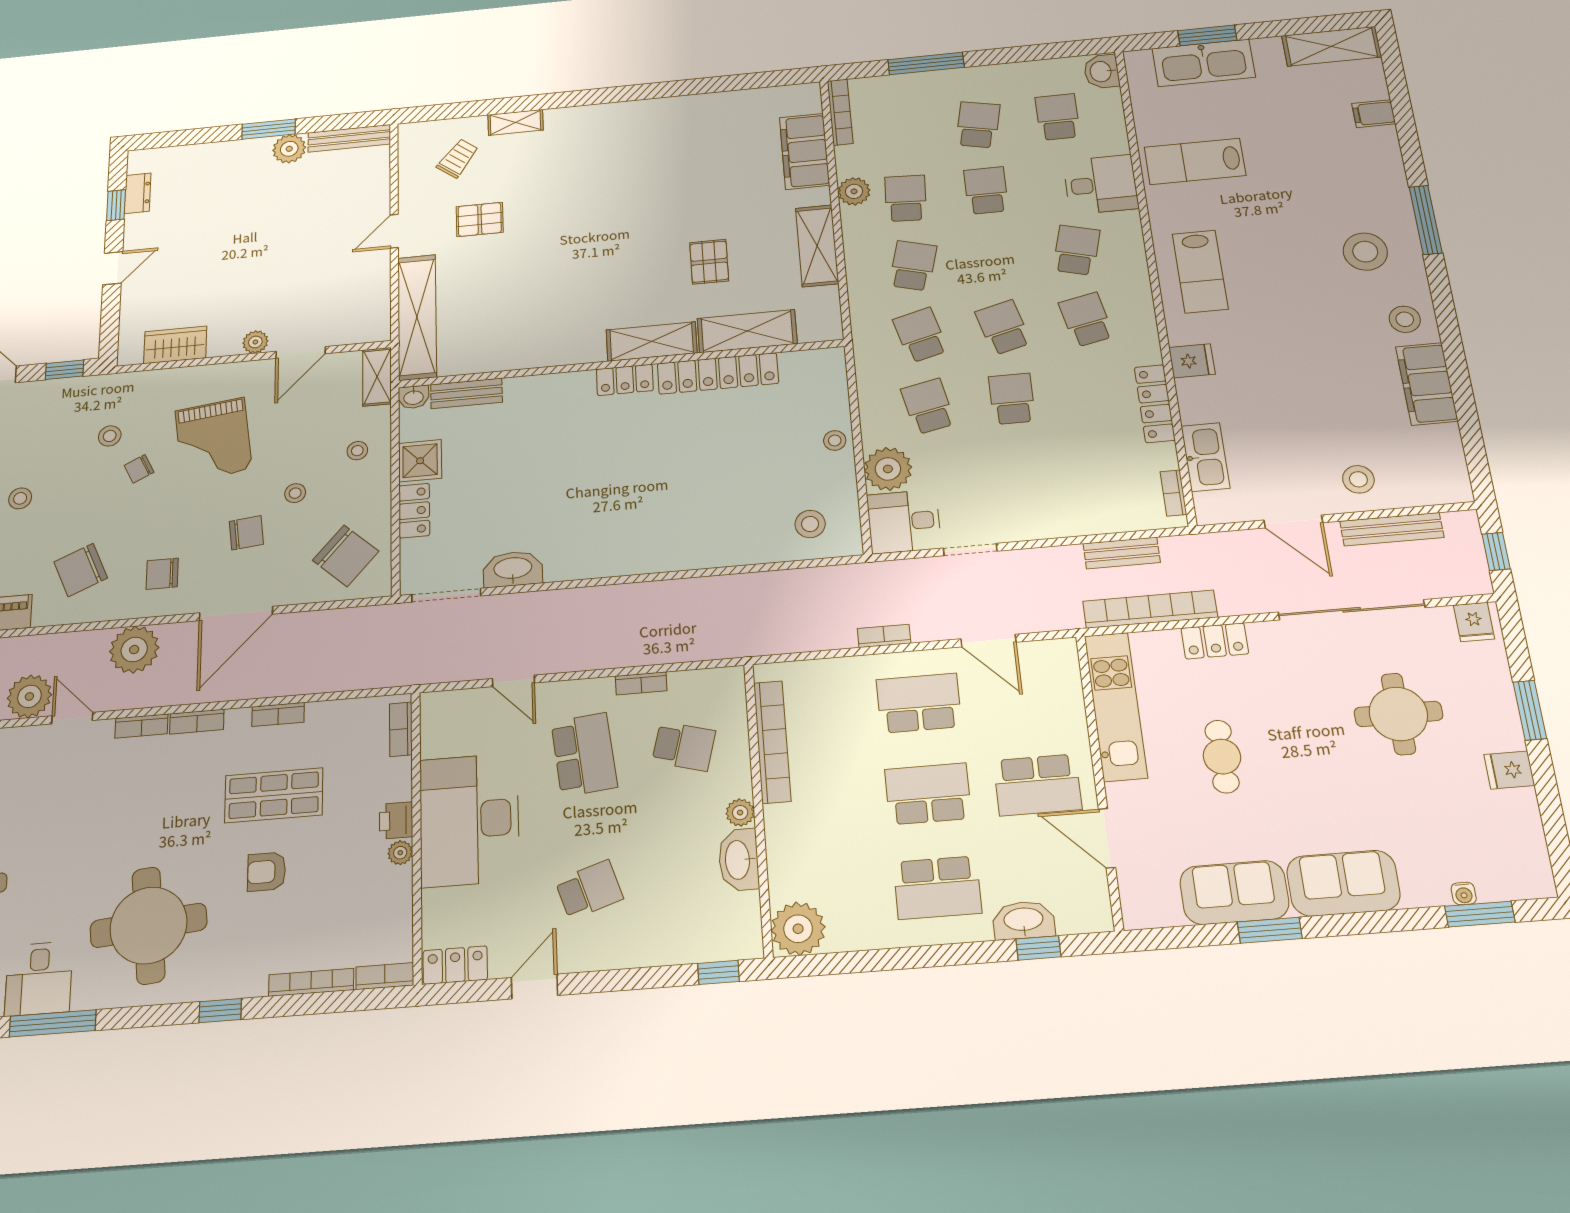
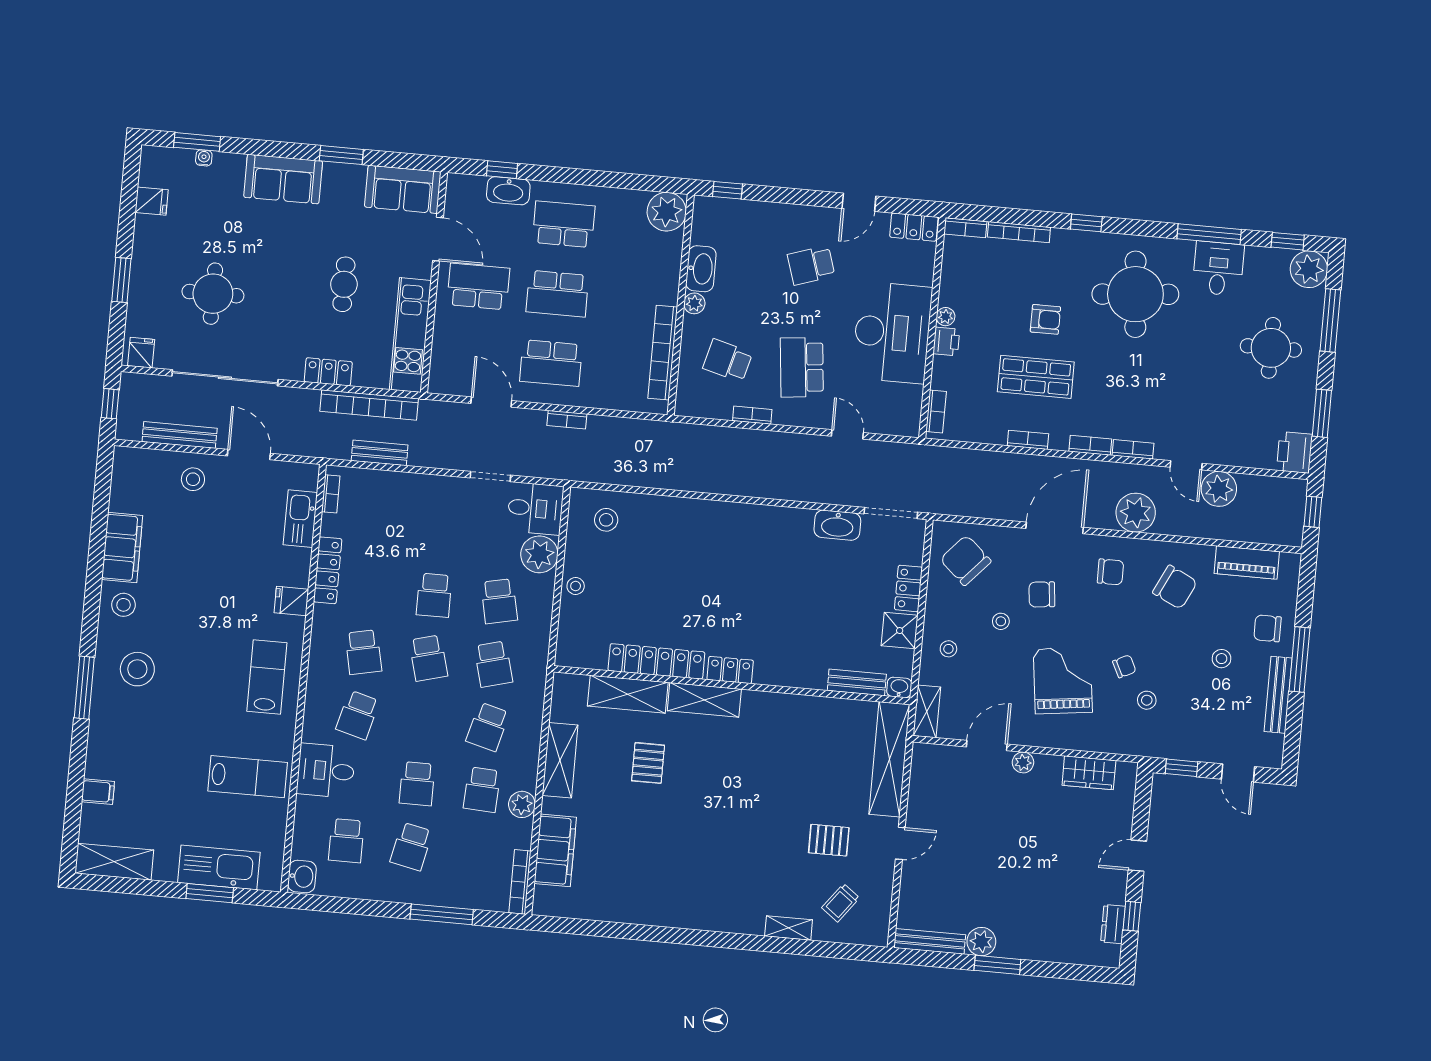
chair: (81, 570) -> (1175, 587), turned 49
fridge: (1509, 770) -> (152, 201), moved
sofa: (1234, 893) -> (403, 189), moved

